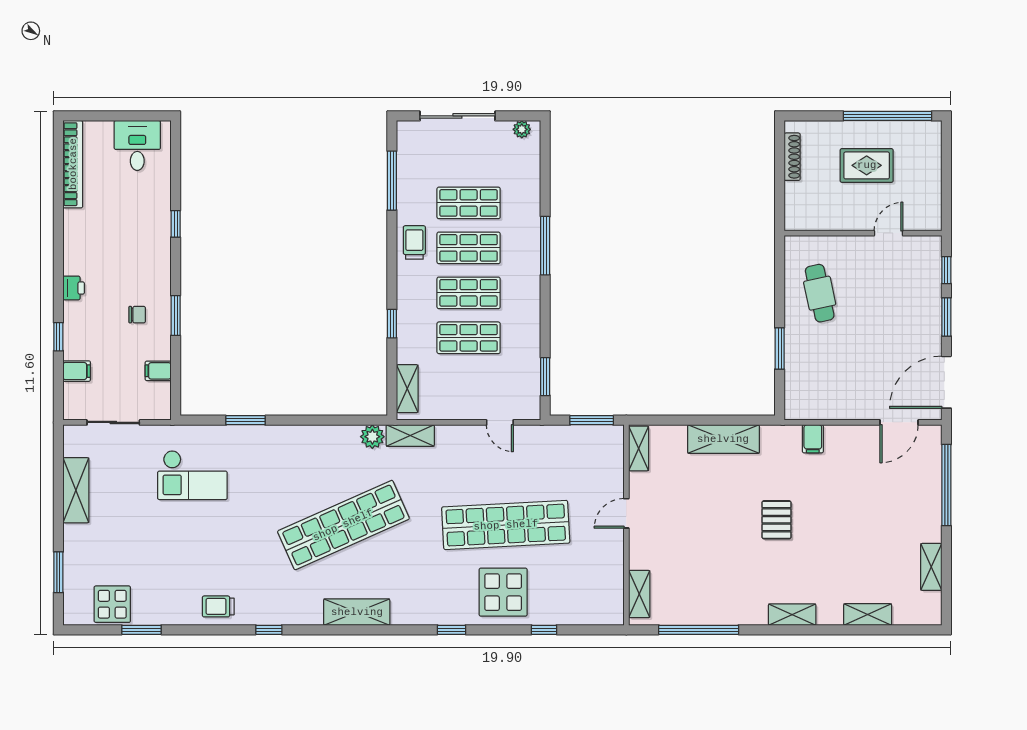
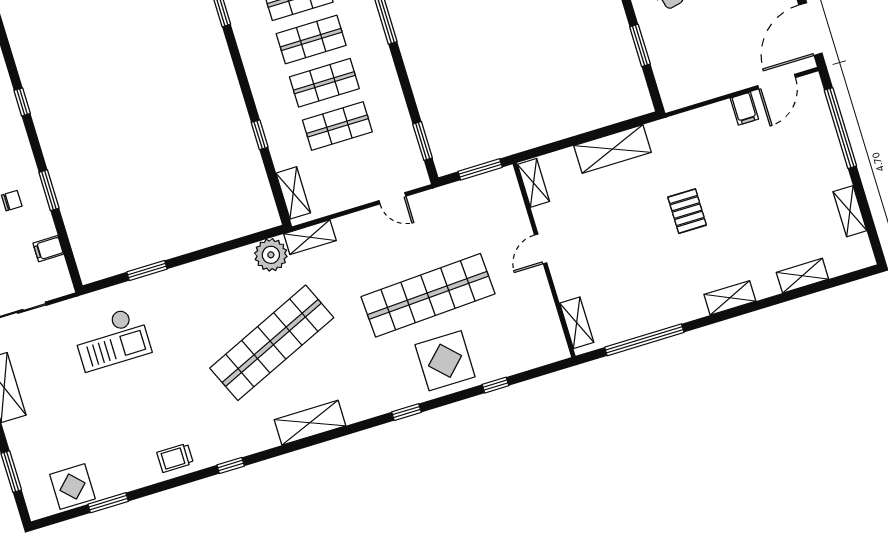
trolley: (414, 242) -> (257, 50), removed
plant: (372, 437) -> (271, 255), width x1.36, depth x1.36
filing cabinet: (813, 439) -> (744, 109), moved

